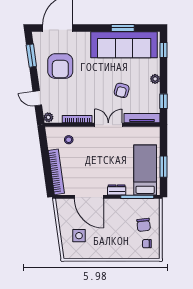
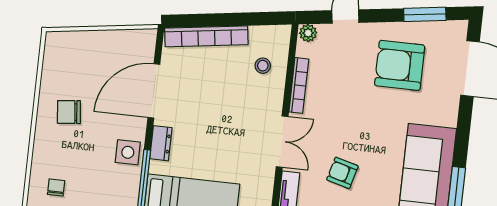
chair: (144, 225) -> (69, 112), moved
side table: (79, 236) -> (128, 152), moved

